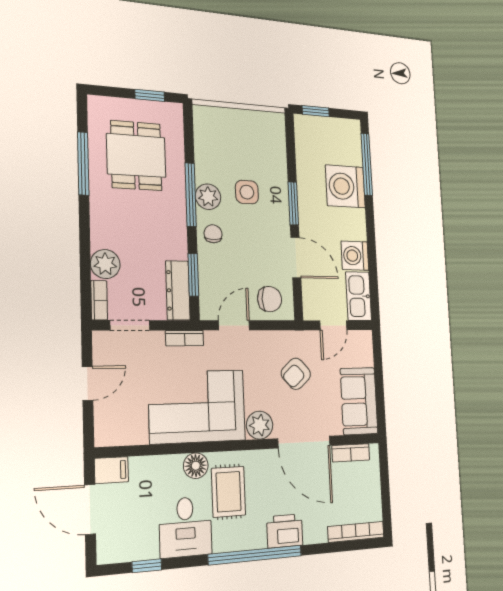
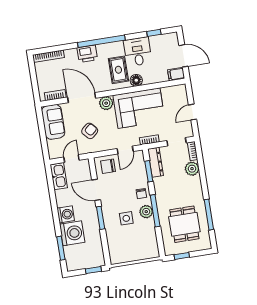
window: (367, 164) -> (61, 248), width x0.69
washing machine: (355, 256) -> (66, 214), moved

